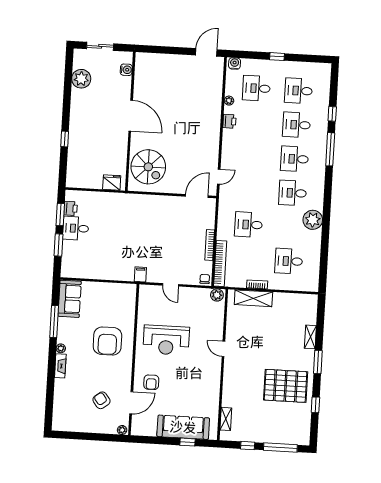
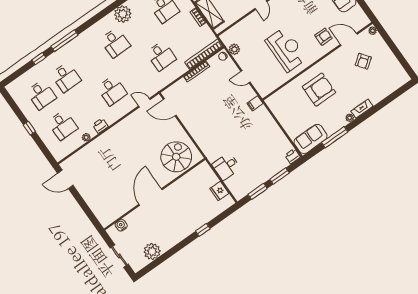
water cooler: (235, 63) -> (57, 154), removed
desk: (295, 159) -> (112, 90), moved
fridge: (112, 182) -> (219, 191), moved
printer: (71, 208) -> (293, 156), moved
desk: (76, 228) -> (226, 166), moved, turned 90
door: (171, 285) -> (246, 77), swing flipped
plant: (217, 295) -> (234, 49), moved

